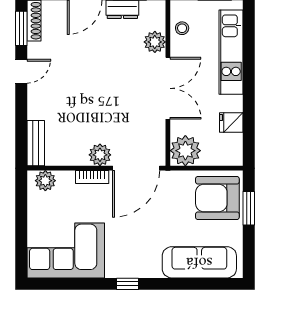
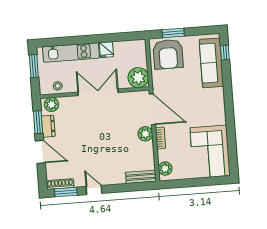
plant: (155, 42) -> (51, 104), moved
fridge: (231, 123) -> (106, 50), moved
window: (128, 284) -> (225, 53), moved

